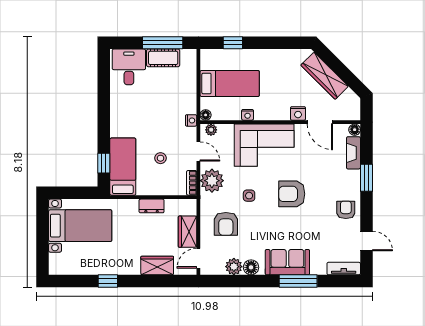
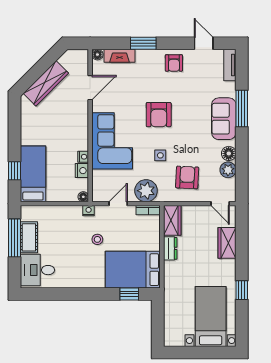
bed: (230, 83) -> (33, 174), moved
nightstand: (298, 113) -> (82, 171), moved
plant: (211, 130) -> (97, 192), removed
stool: (161, 158) -> (97, 239), moved
bed: (123, 167) -> (133, 270), width x1.50
armchair: (346, 210) -> (174, 63), turned -90
armchair: (226, 224) -> (187, 177), turned -87
bed with nightstands: (80, 226) -> (211, 316), moved
wardrobe: (187, 232) -> (172, 220), moved, turned -90
door: (366, 241) -> (204, 43), hinge flipped

